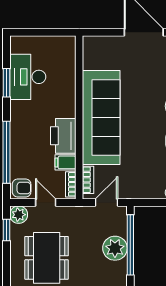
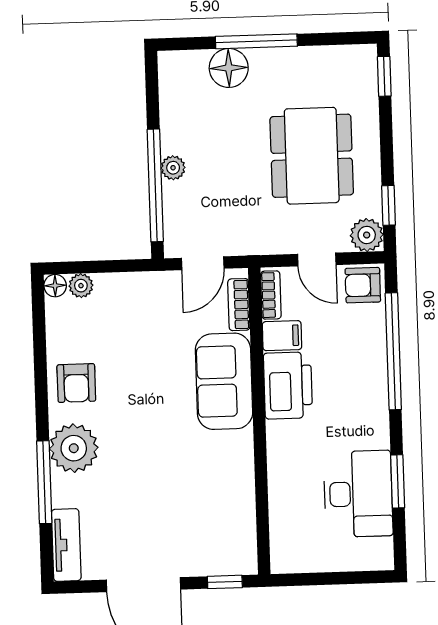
window: (100, 32) -> (225, 582), added
sofa: (101, 117) -> (224, 381), width x0.54, depth x0.79
plant: (115, 248) -> (173, 168), width x0.53, depth x0.53

